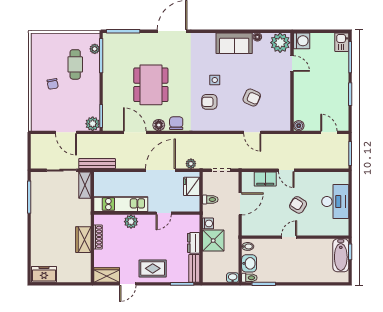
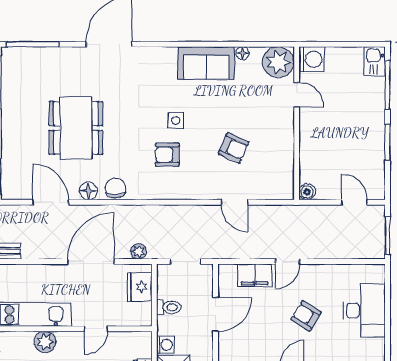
door: (286, 170) -> (288, 262), hinge flipped

